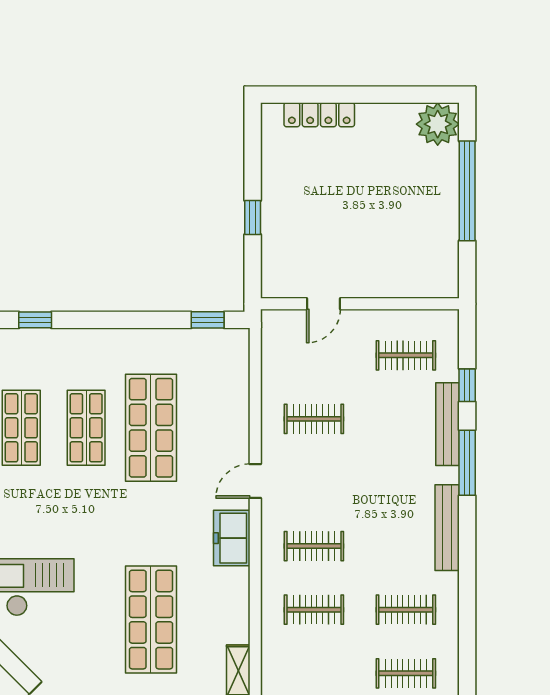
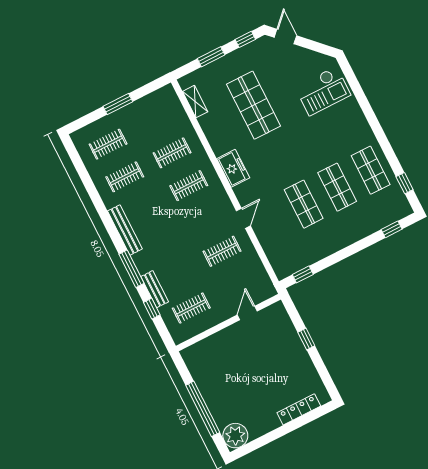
bench: (447, 424) -> (155, 289), width x0.73
shop shelf: (151, 428) -> (304, 204), width x0.70, depth x0.74
door: (255, 481) -> (243, 218), moved

